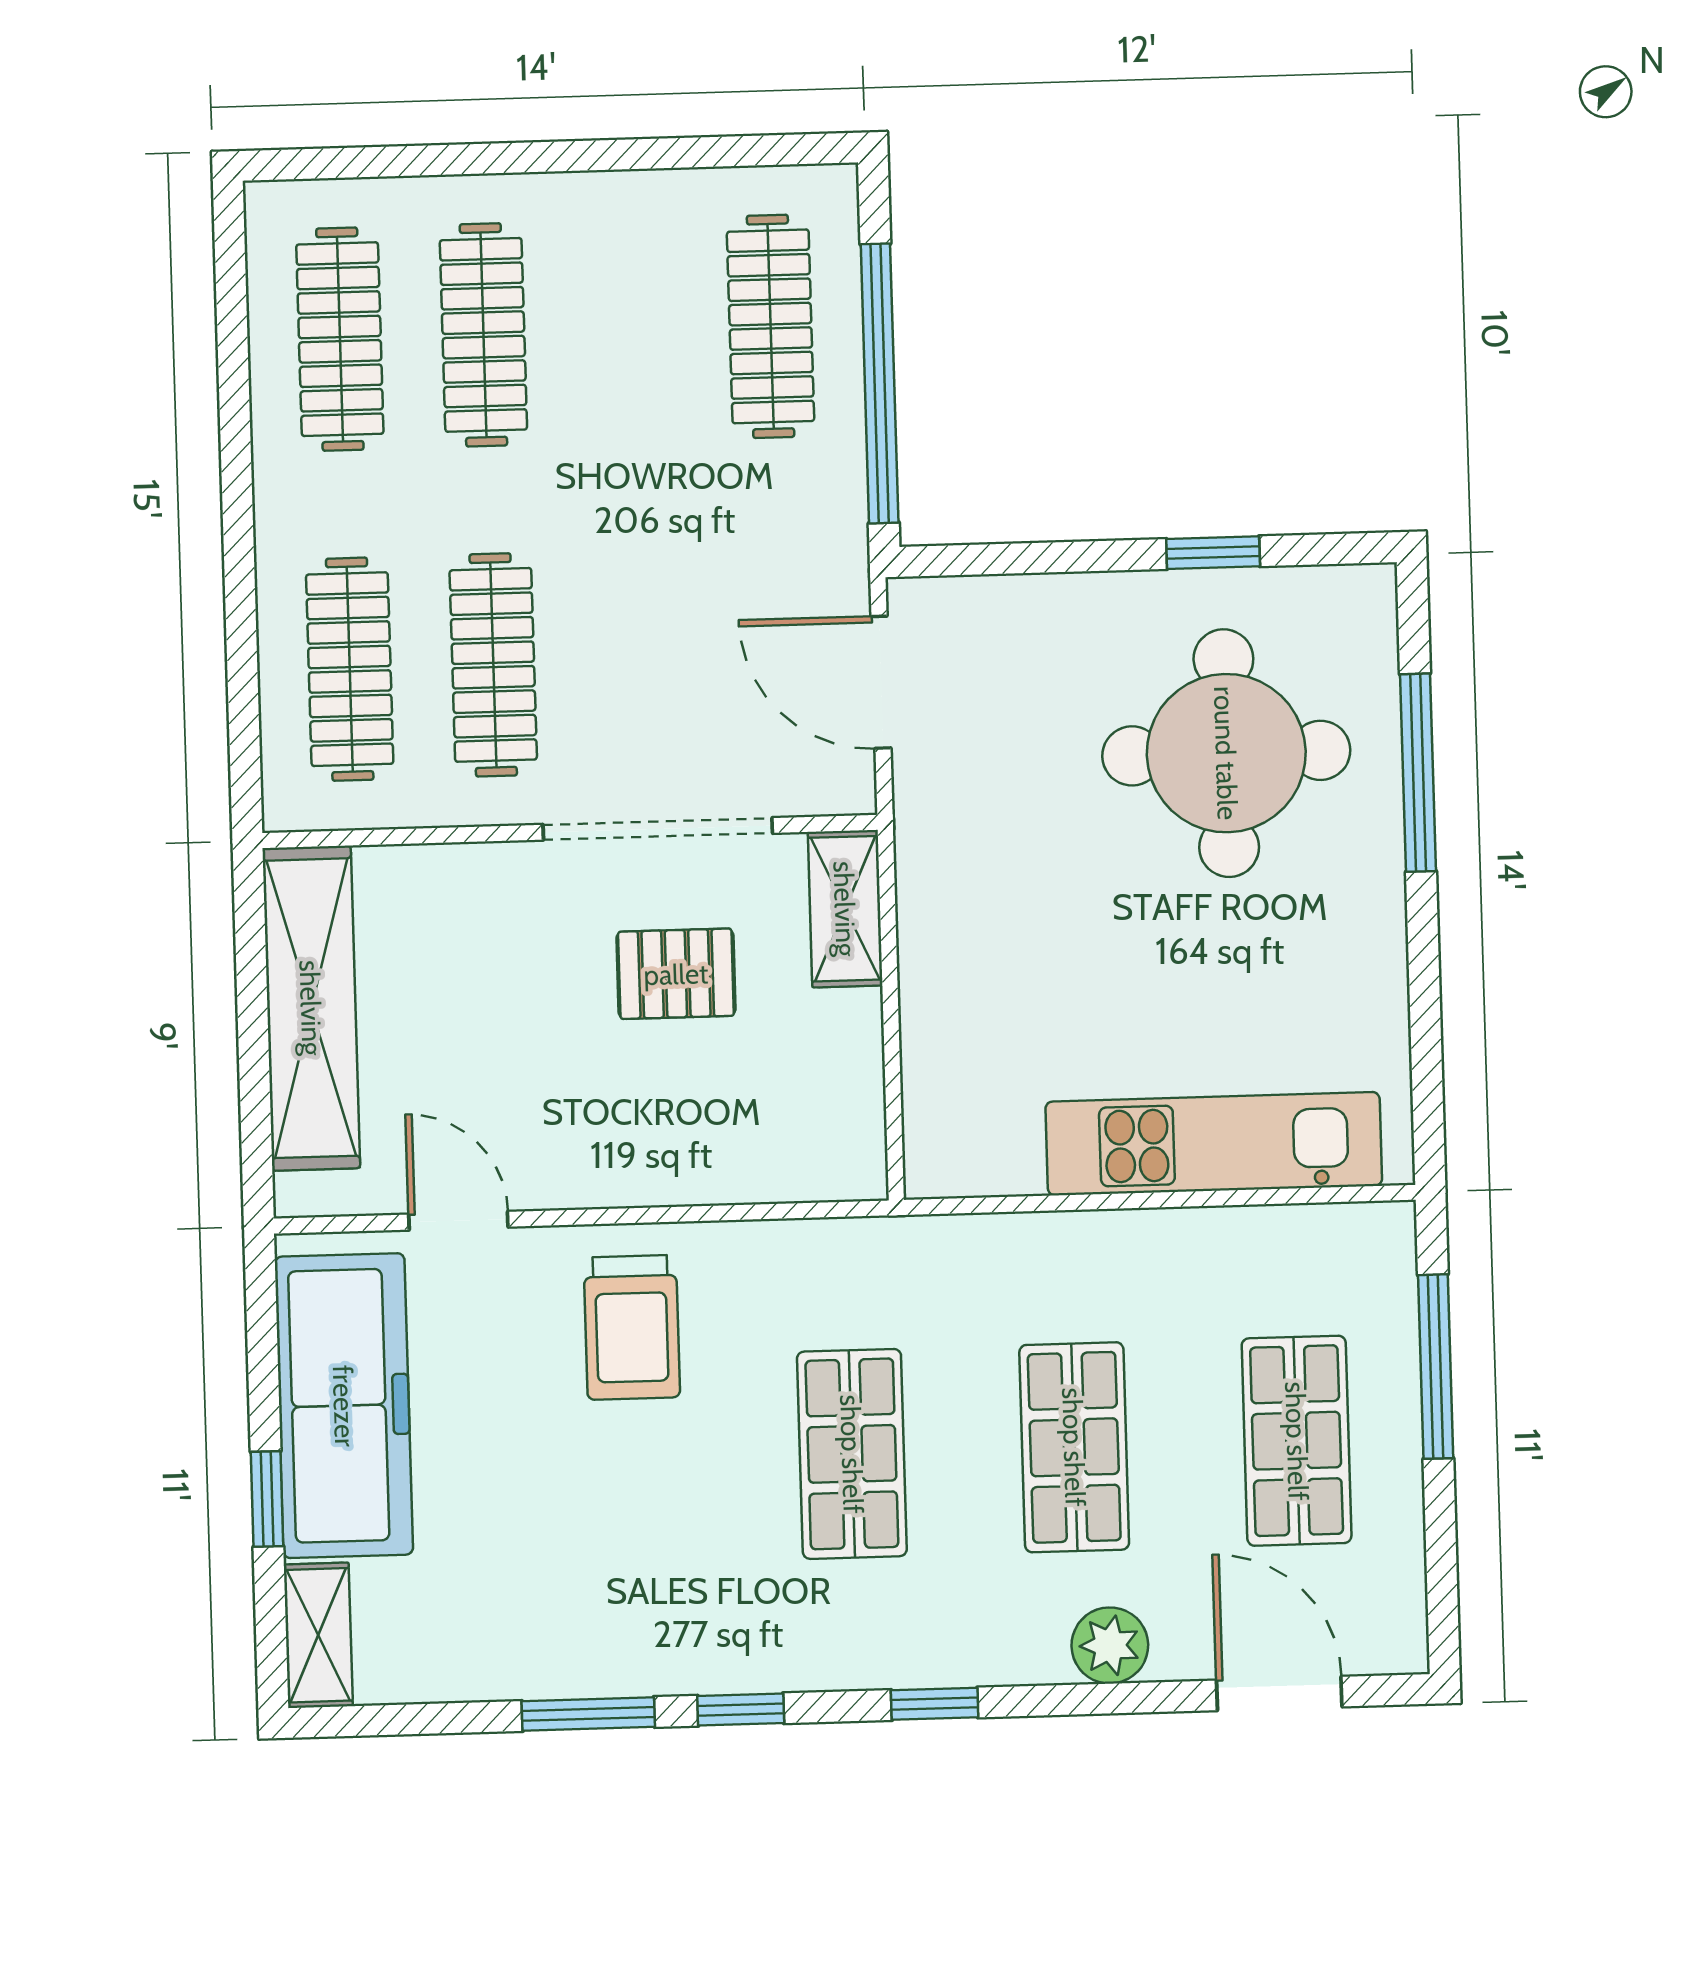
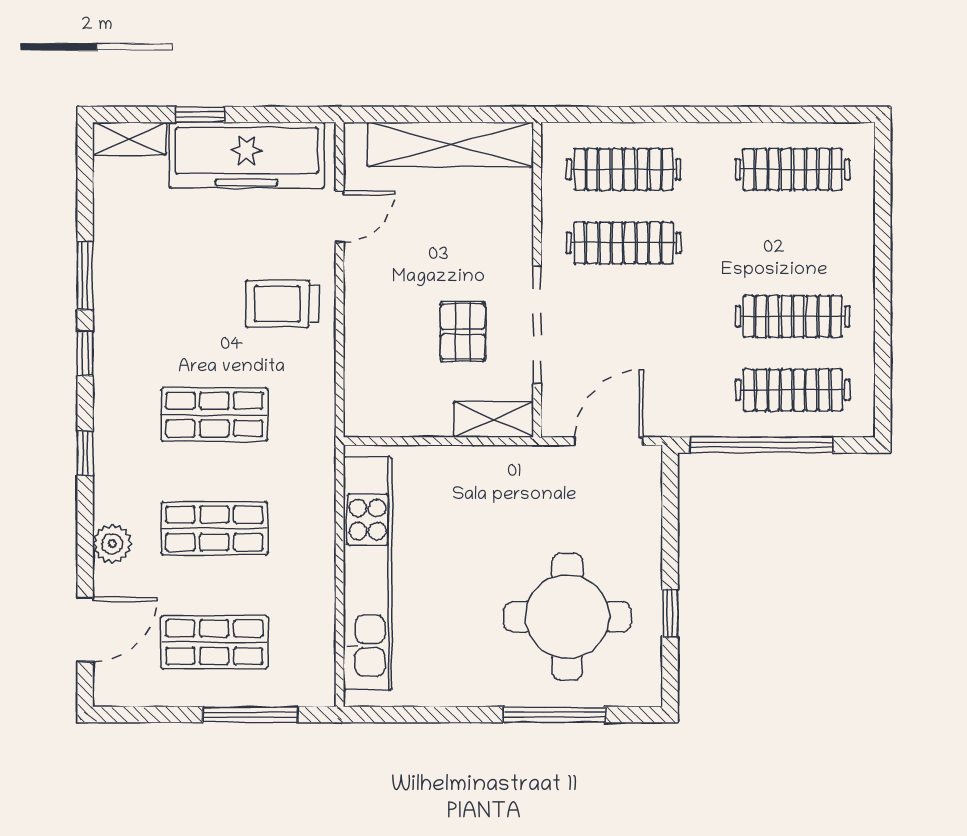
clothes rail: (483, 335) -> (793, 316), moved
kitchen unit: (1214, 1144) -> (368, 573), width x1.36

